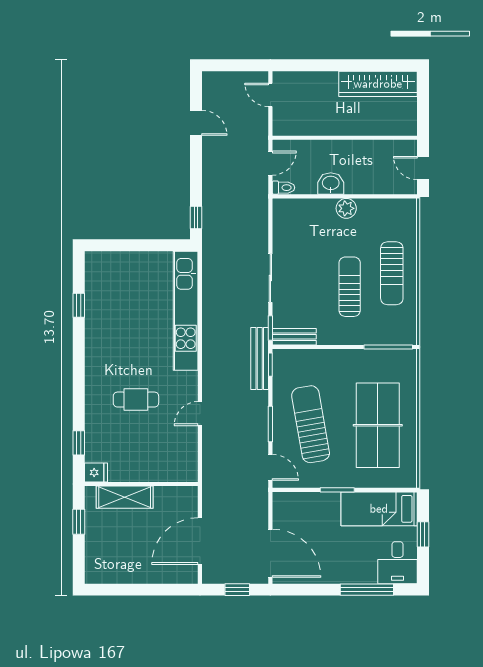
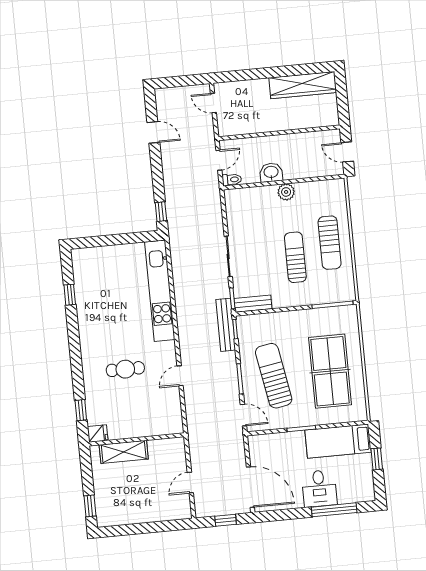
window: (79, 522) -> (90, 506), moved
door: (200, 541) -> (190, 483), width x0.53
desk: (398, 563) -> (319, 488), moved

